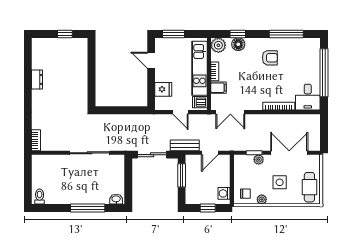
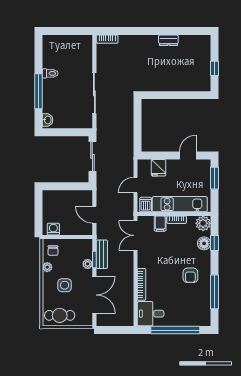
bench: (185, 145) -> (102, 254), moved
window: (182, 175) -> (71, 186), removed
toilet: (40, 197) -> (50, 73), moved
window: (208, 208) -> (39, 213), removed

